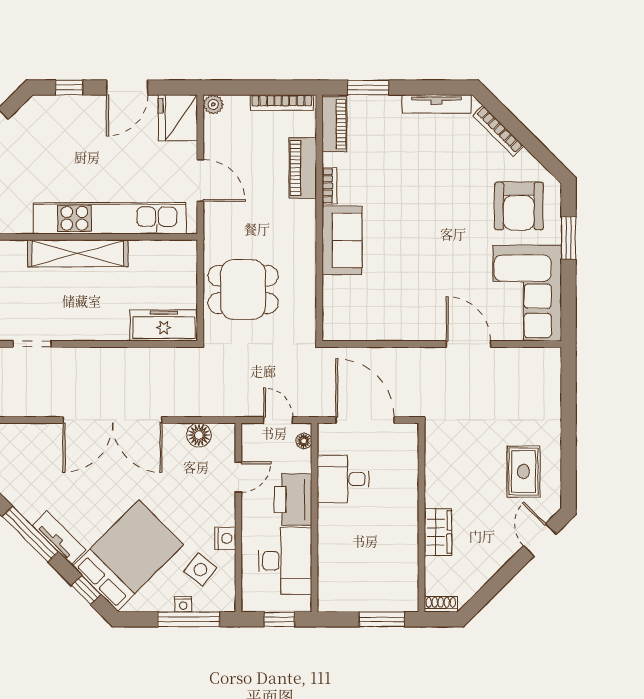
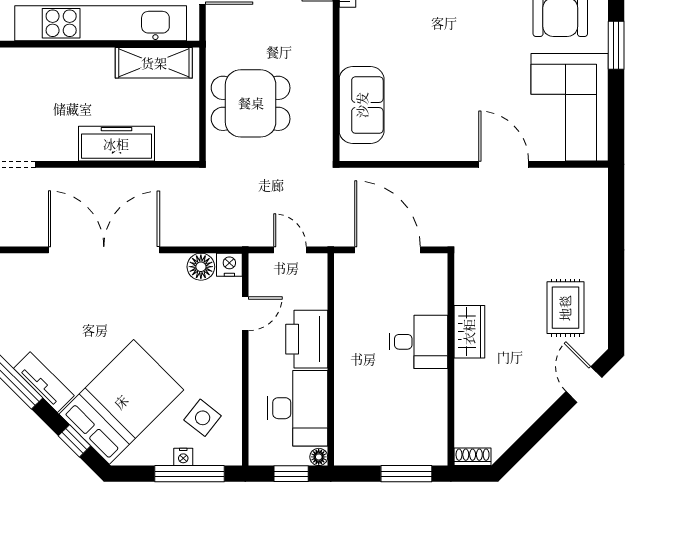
sofa: (342, 240) -> (362, 105), moved
shelving: (78, 253) -> (154, 63), moved, width x0.68
freezer: (164, 325) -> (116, 144), moved
double door: (113, 420) -> (104, 250), swing flipped
floor lamp: (304, 441) -> (319, 457), moved
desk: (343, 479) -> (419, 342), moved, turned 180
wardrobe: (438, 532) -> (469, 332), moved
nightstand: (225, 538) -> (229, 265), moved, turned -90

